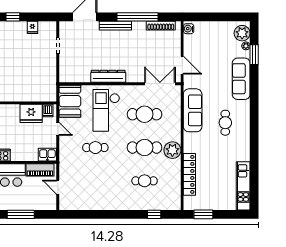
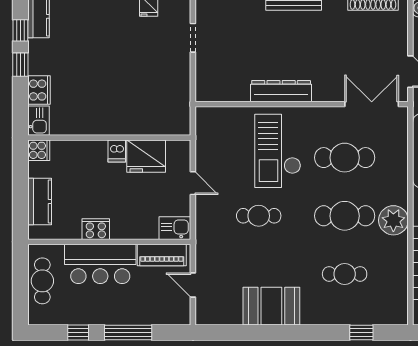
booth: (70, 101) -> (271, 306), moved, turned 90
dishwasher: (48, 111) -> (117, 151), moved

